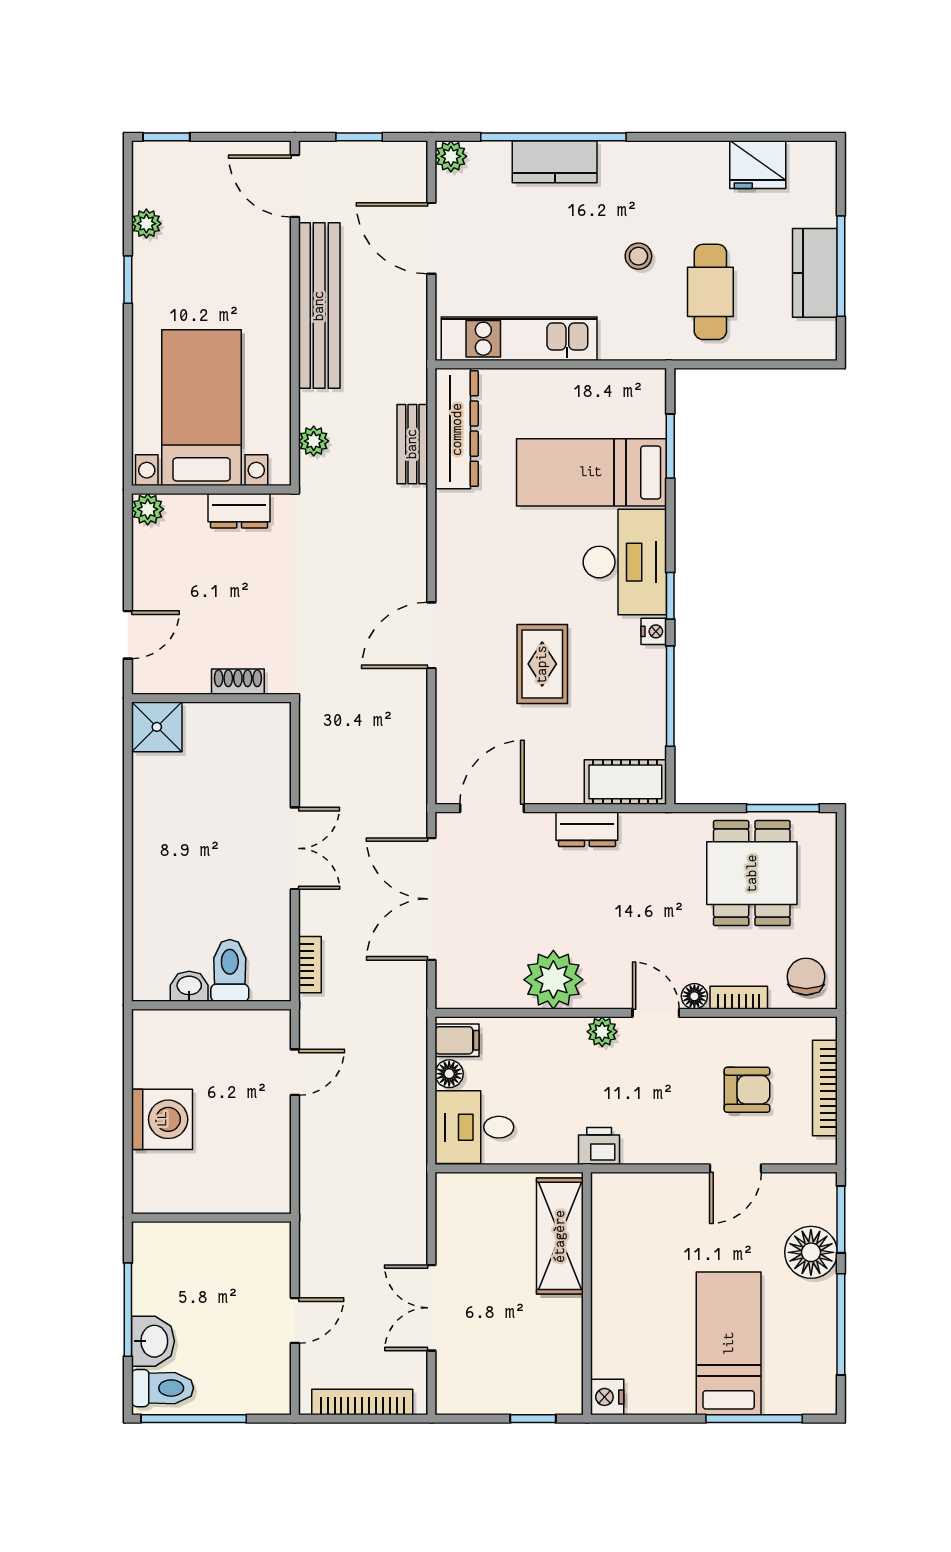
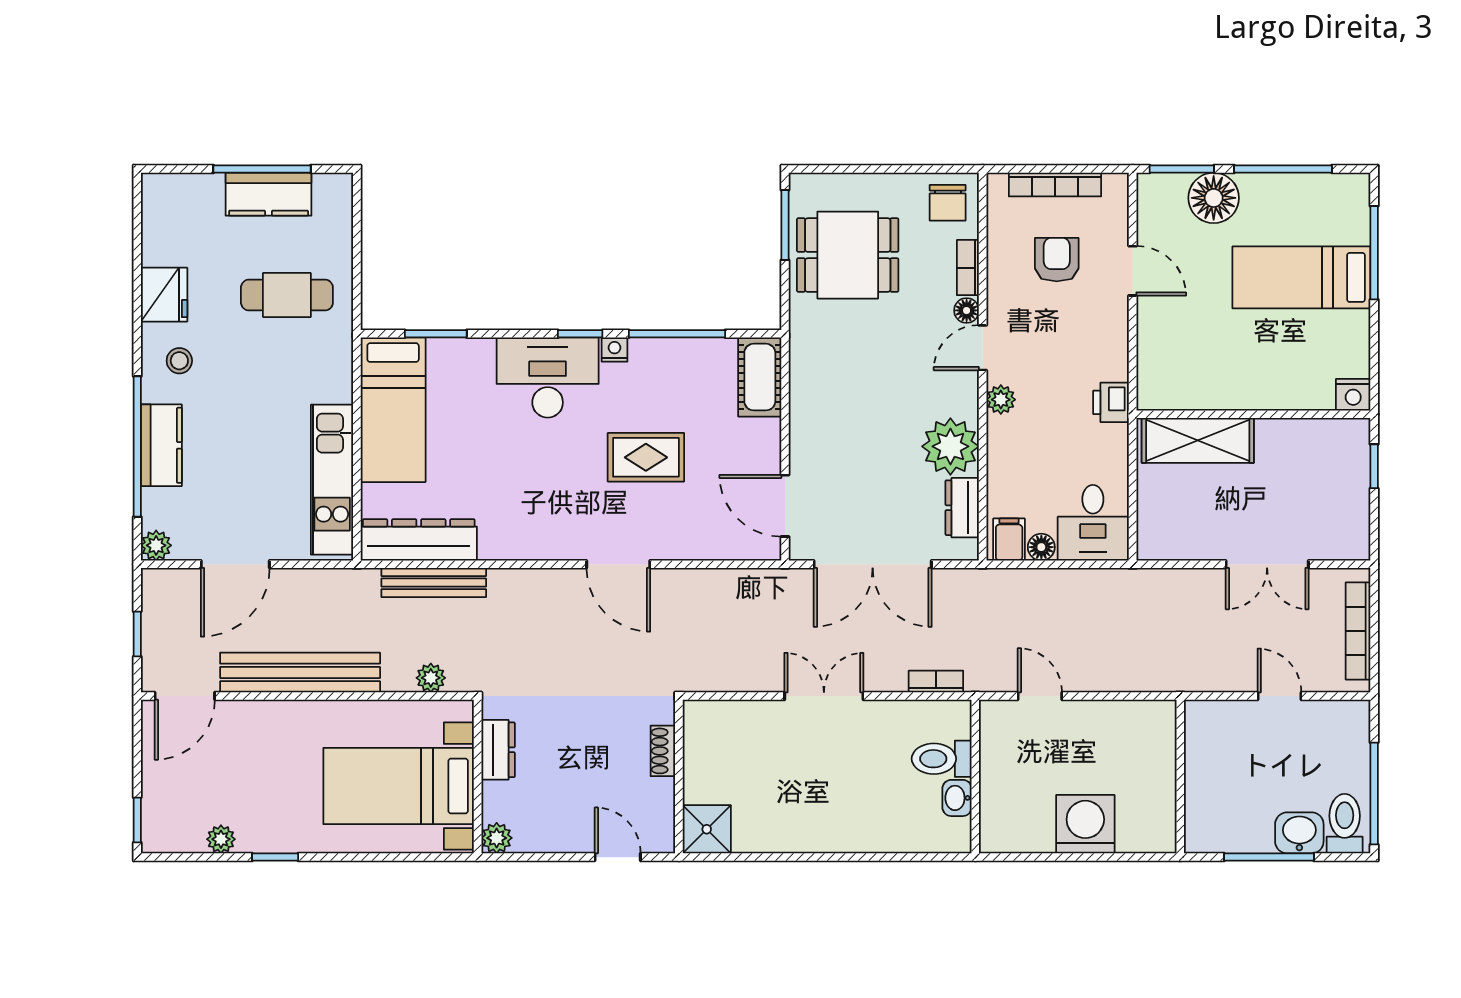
fridge: (758, 165) -> (164, 295), moved
stool: (638, 256) -> (179, 361), moved
bench: (412, 444) -> (434, 583), width x1.36
bed: (591, 472) -> (393, 410), moved
dresser: (587, 829) -> (962, 508), moved, turned 180
chair: (806, 977) -> (948, 203), turned -90

